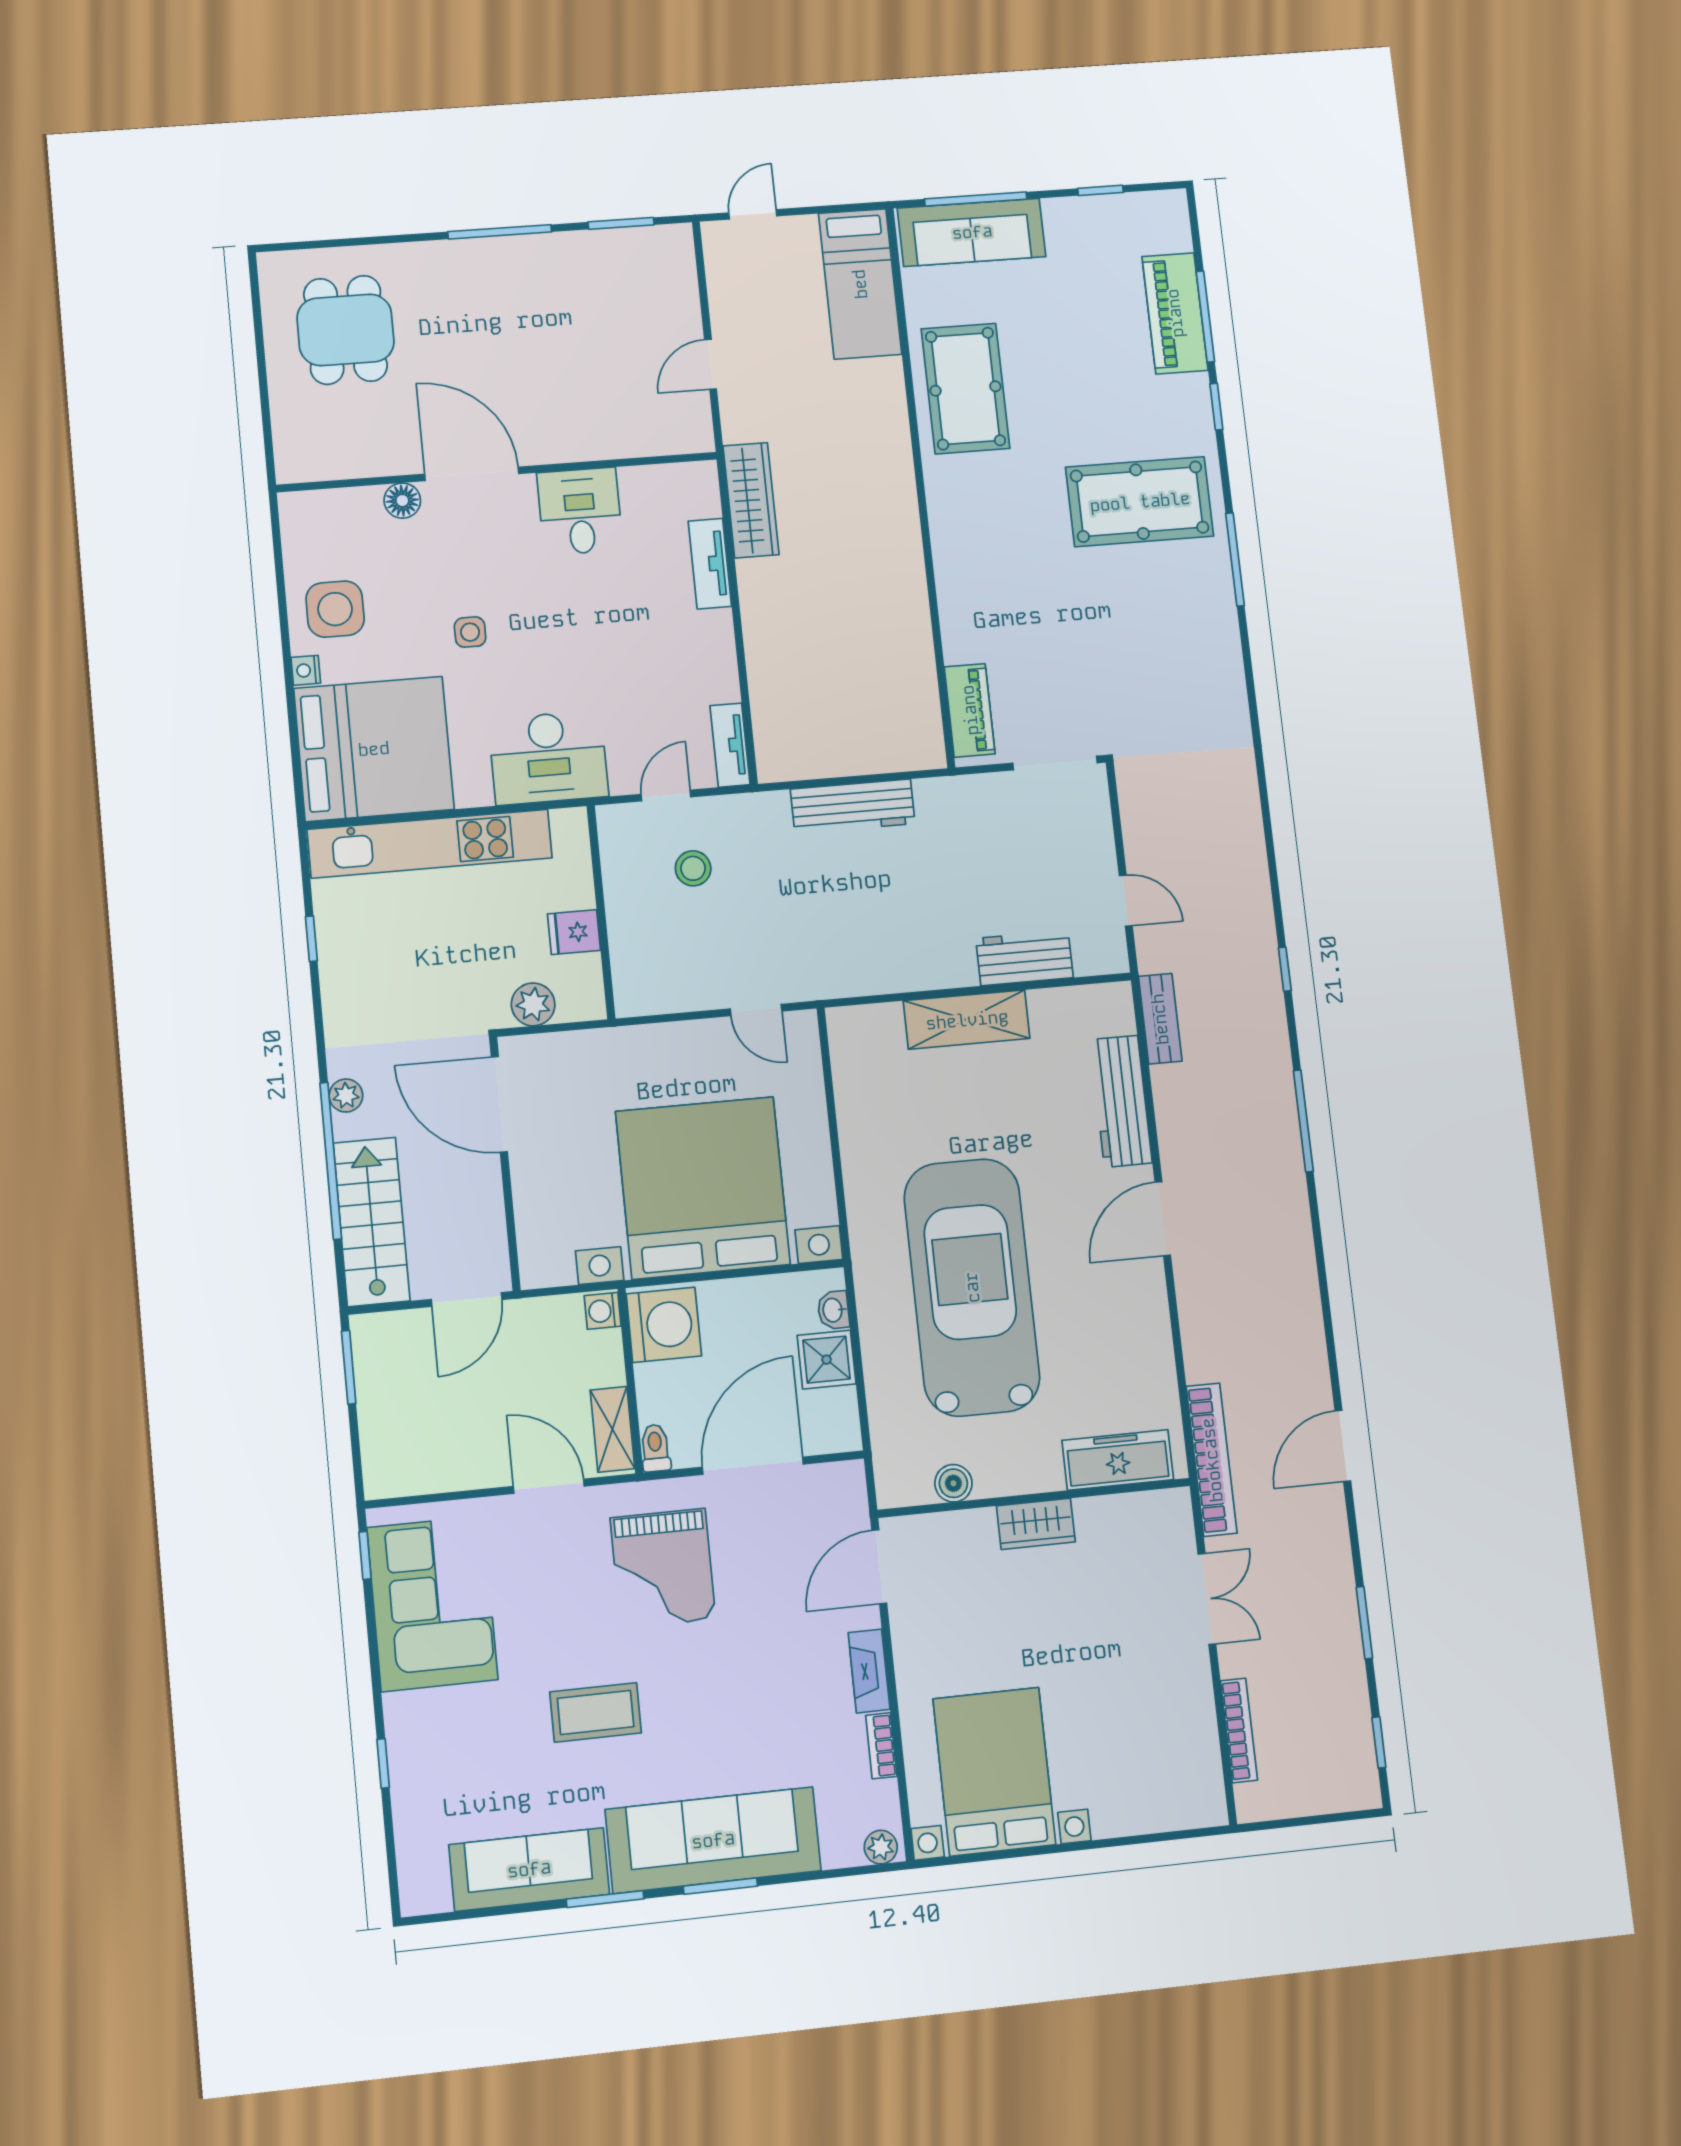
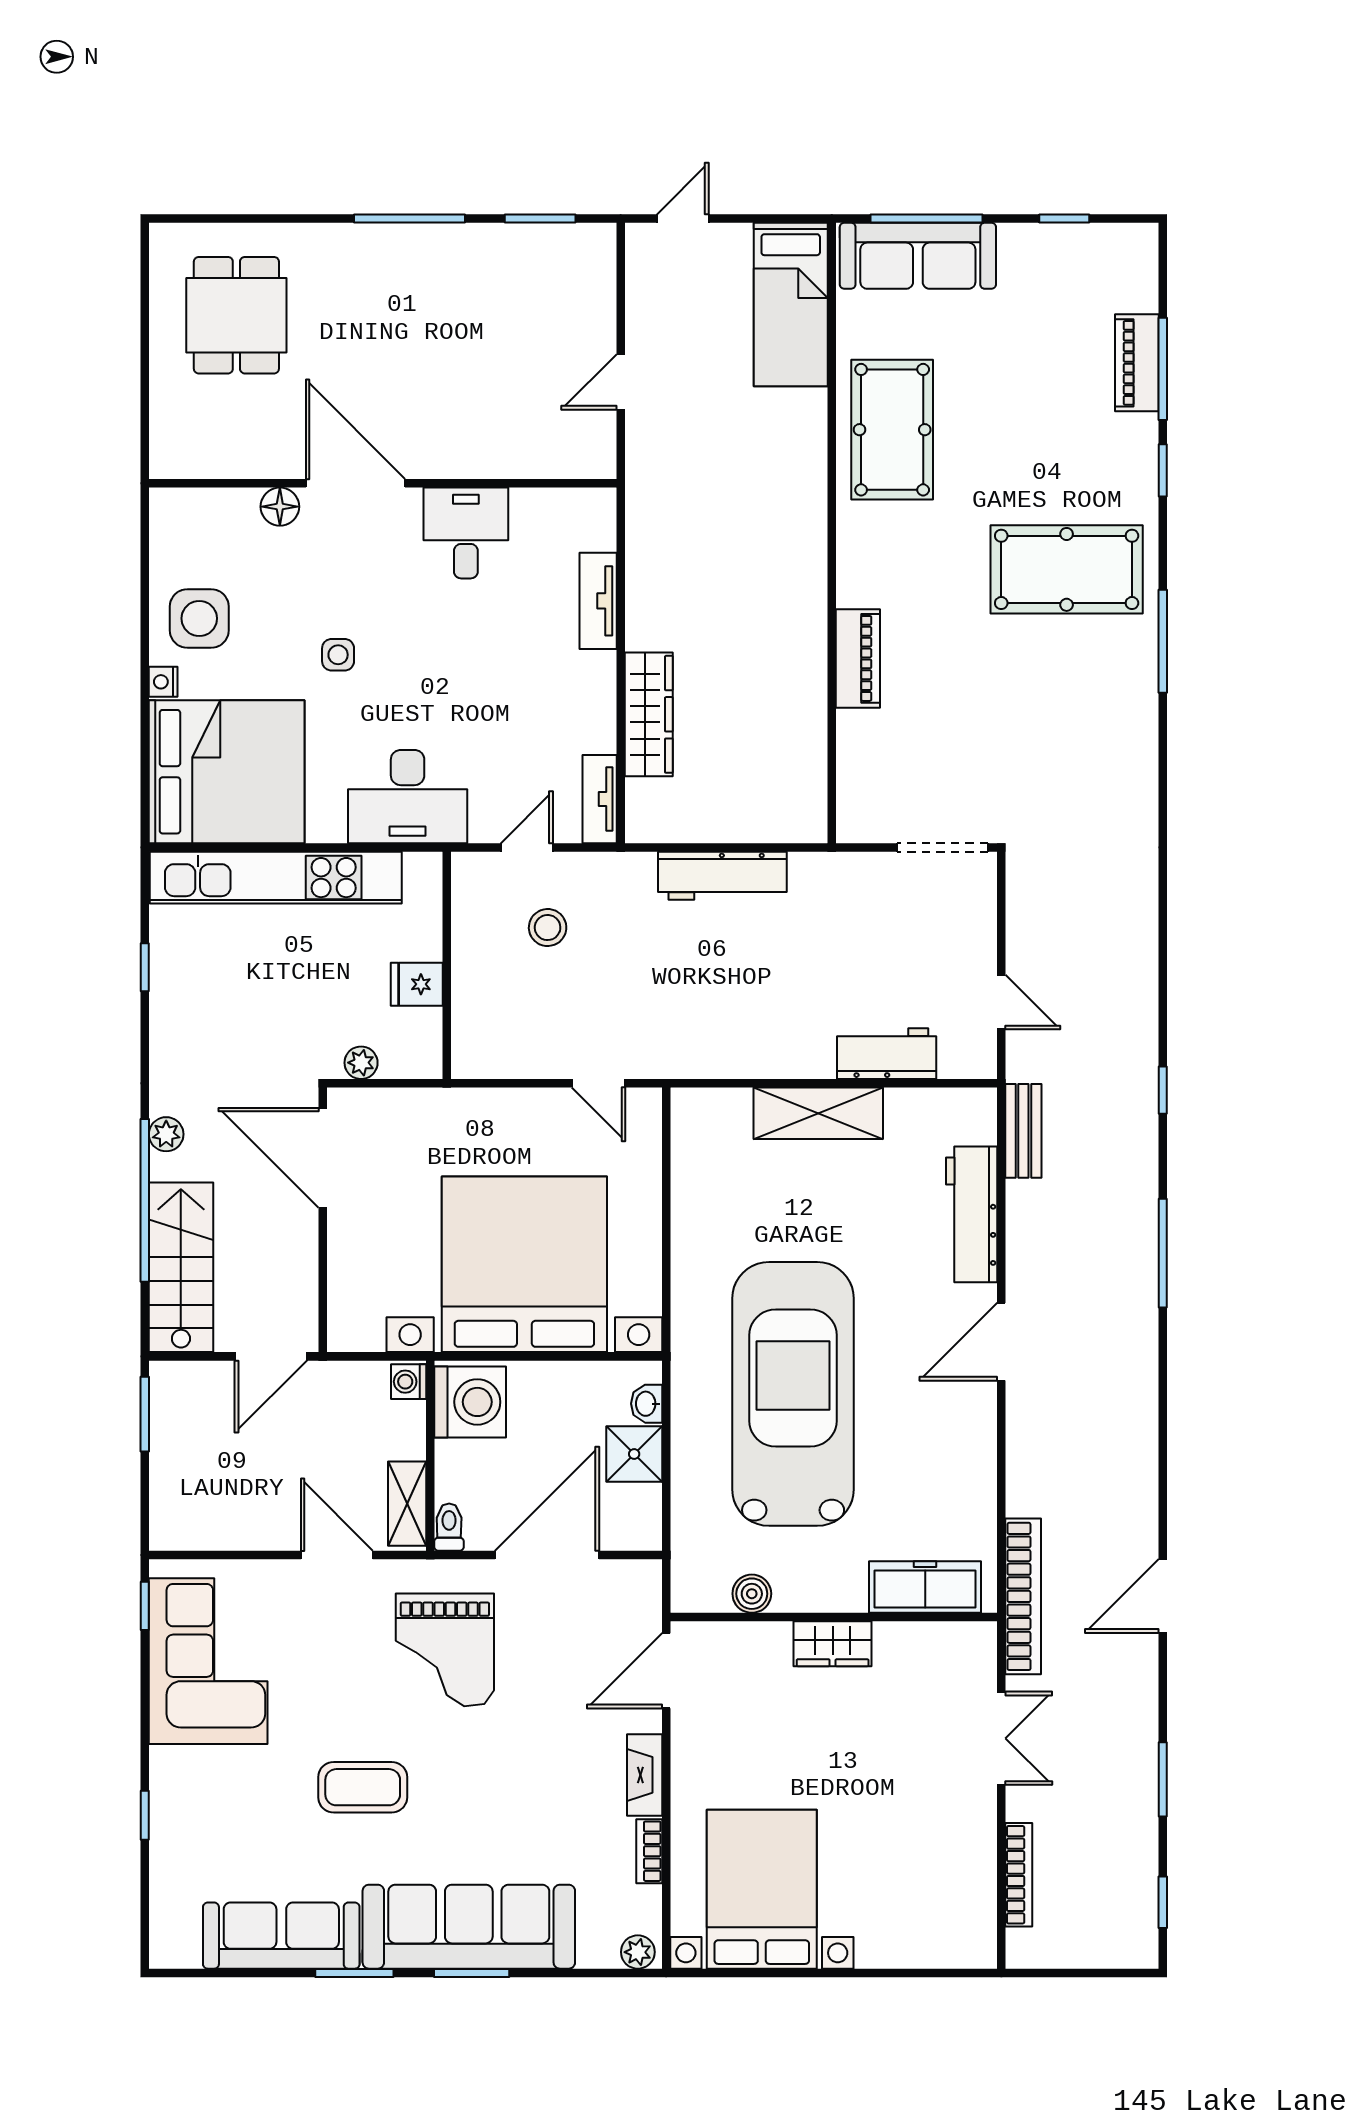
piano: (1175, 313) -> (1137, 363), width x0.73, depth x0.75
wardrobe: (751, 500) -> (649, 714), moved
piano: (970, 710) -> (858, 658), moved
plant: (533, 1004) -> (361, 1063), width x0.73, depth x0.73

